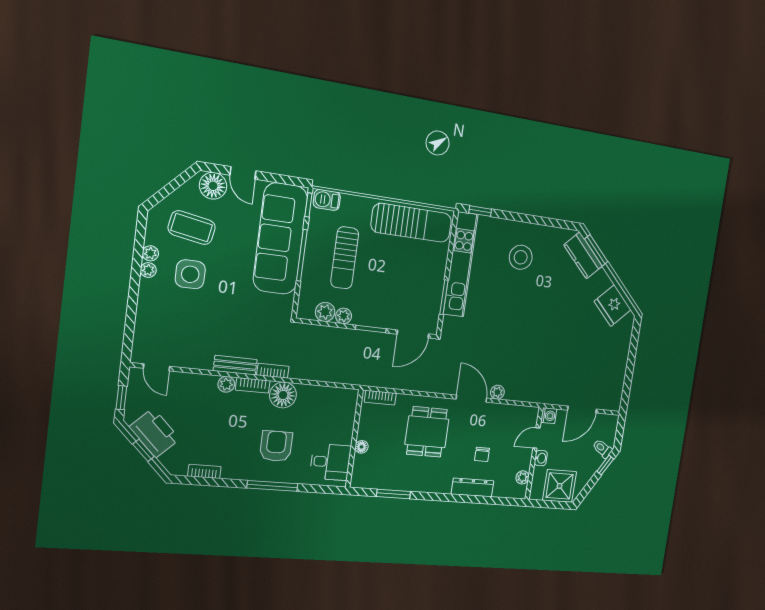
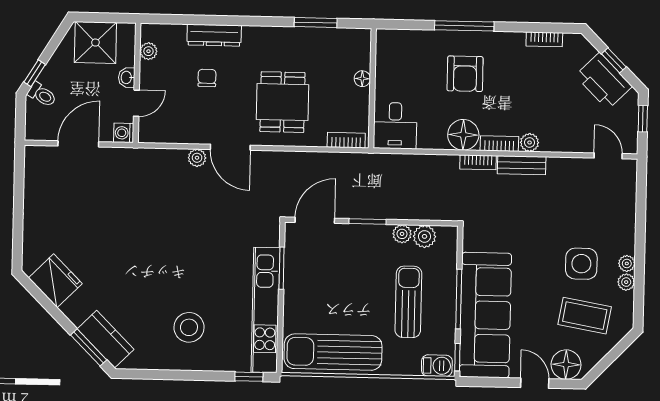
desk: (330, 462) -> (395, 126), moved, turned -90

